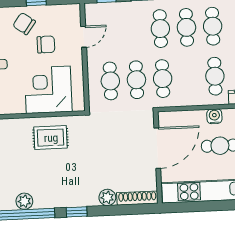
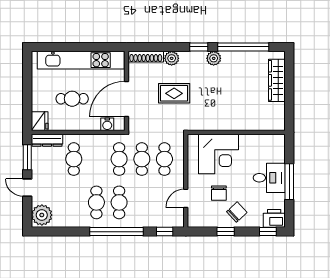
chair: (24, 24) -> (237, 212), turned -79
cafe table: (213, 26) -> (74, 202), removed
chair: (46, 45) -> (219, 193), turned -90
water cooler: (214, 116) -> (107, 124), moved
rug: (51, 138) -> (174, 93), moved
plant: (24, 201) -> (214, 58), moved

